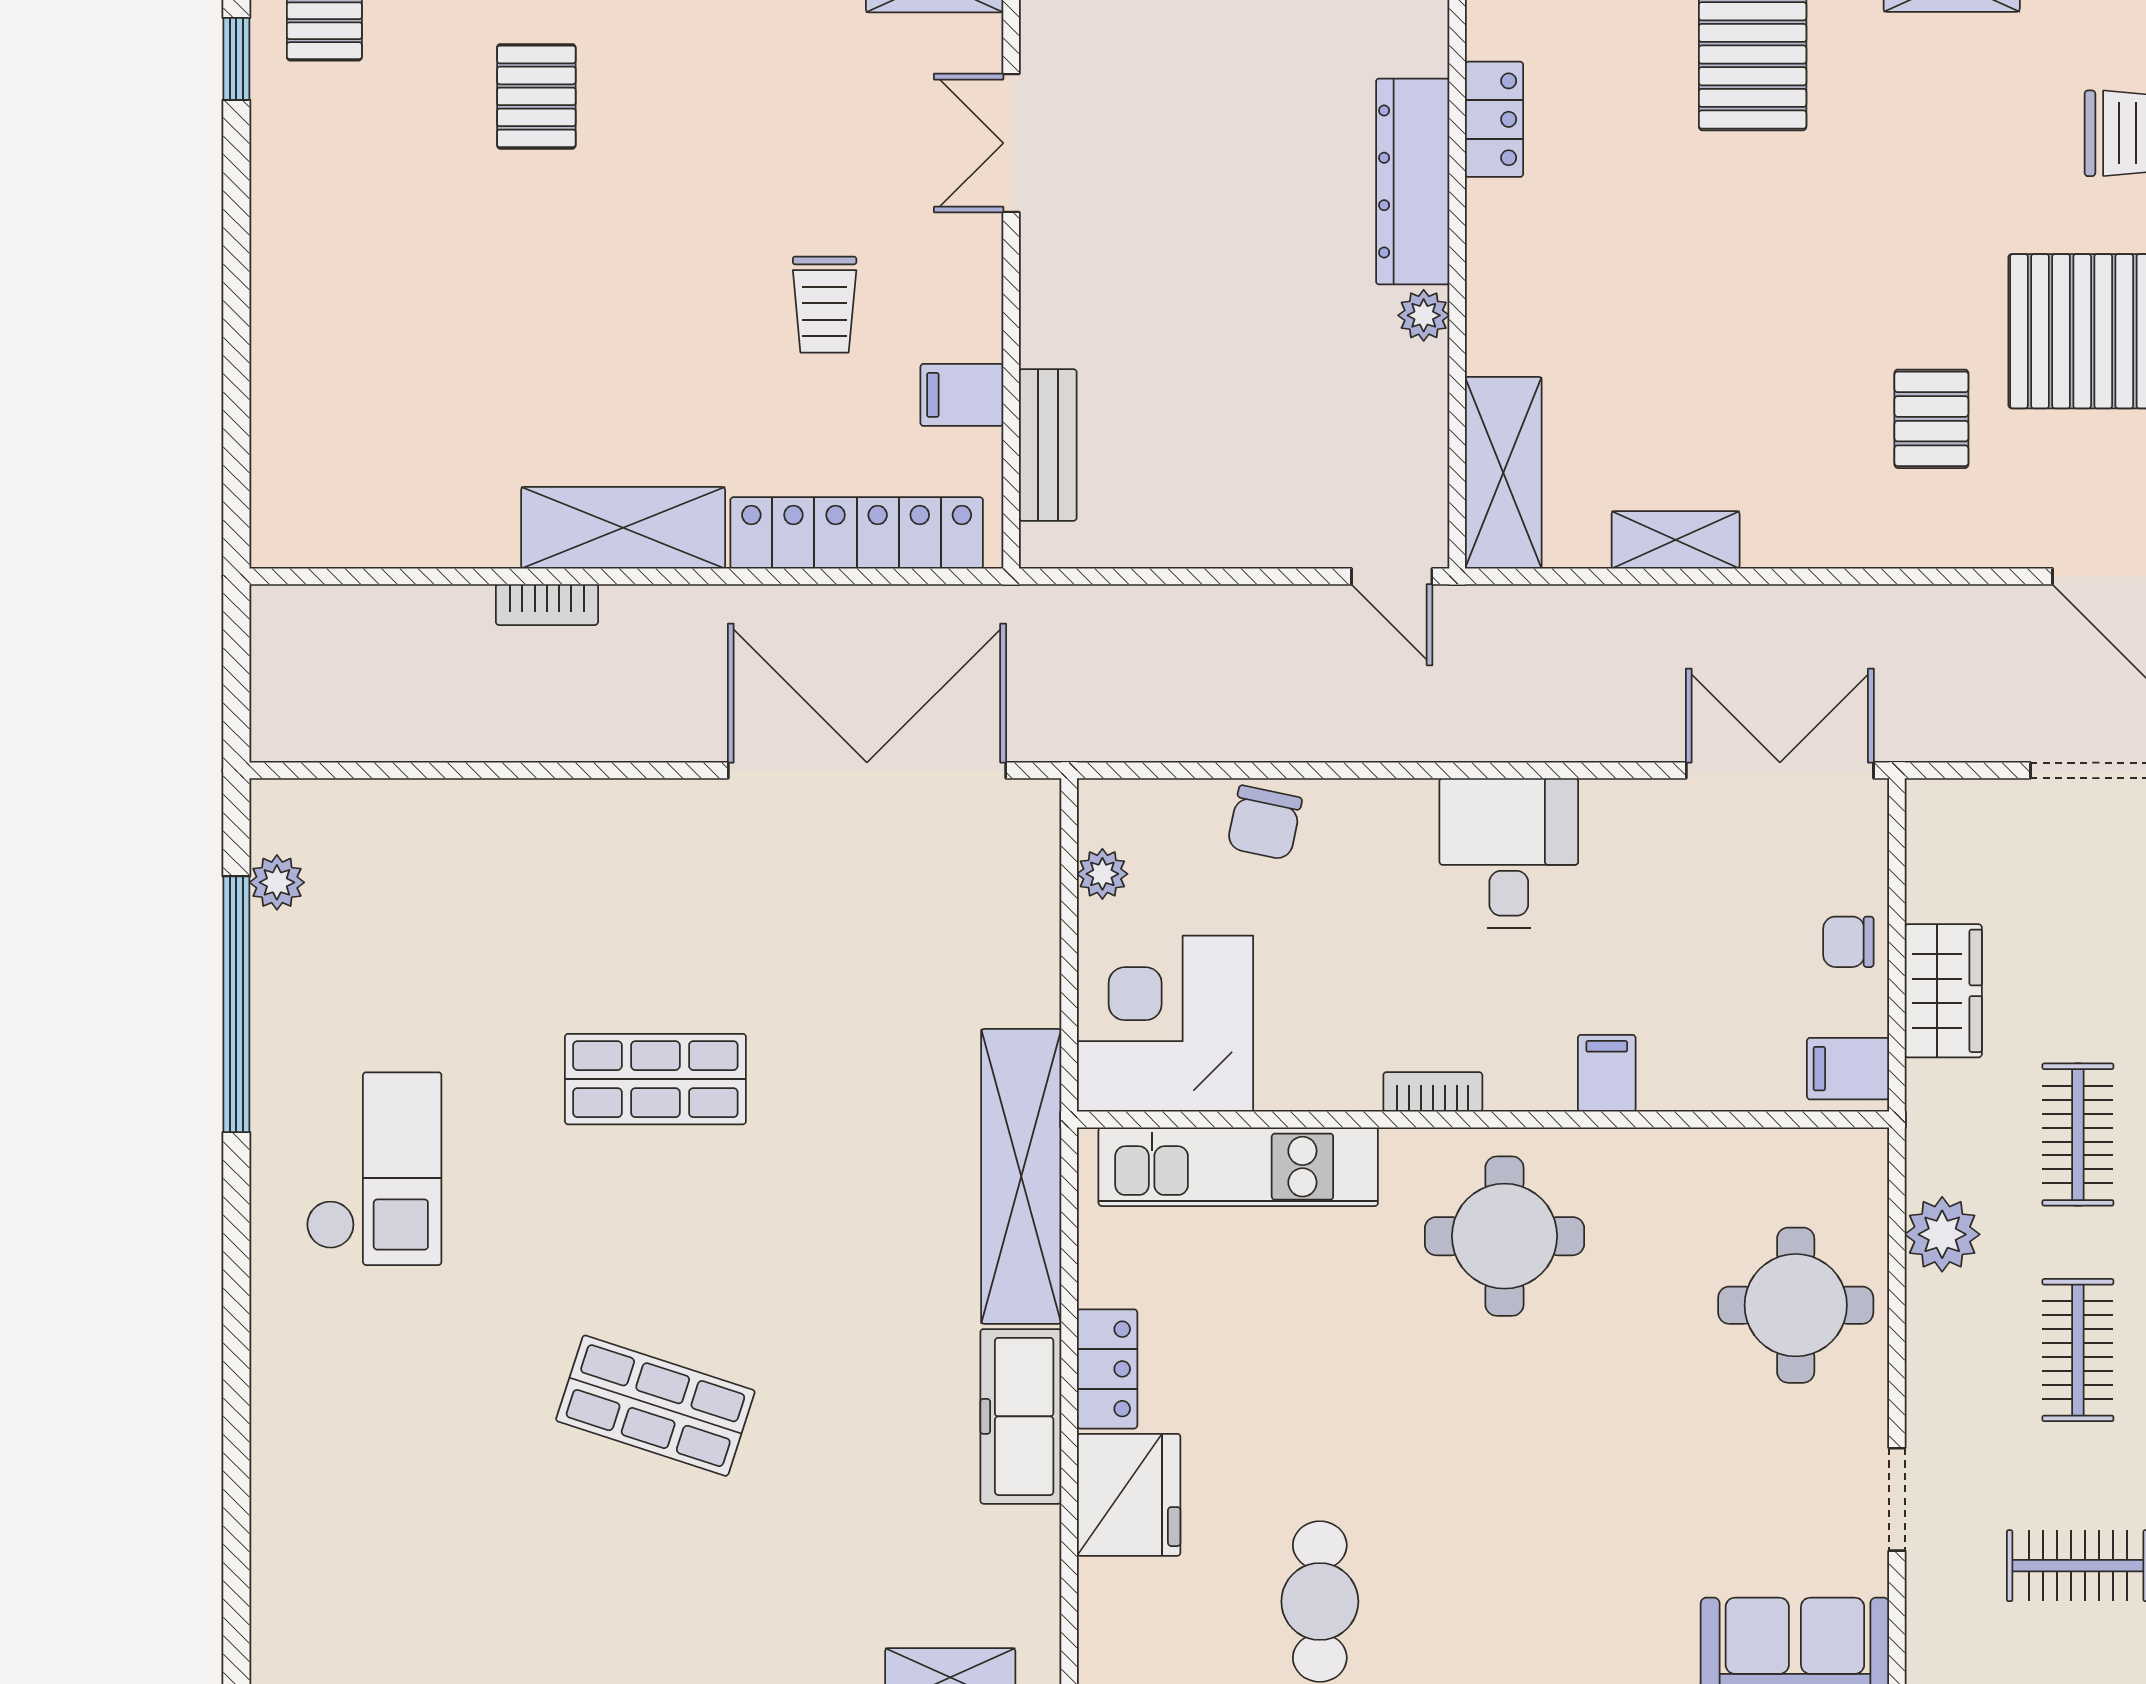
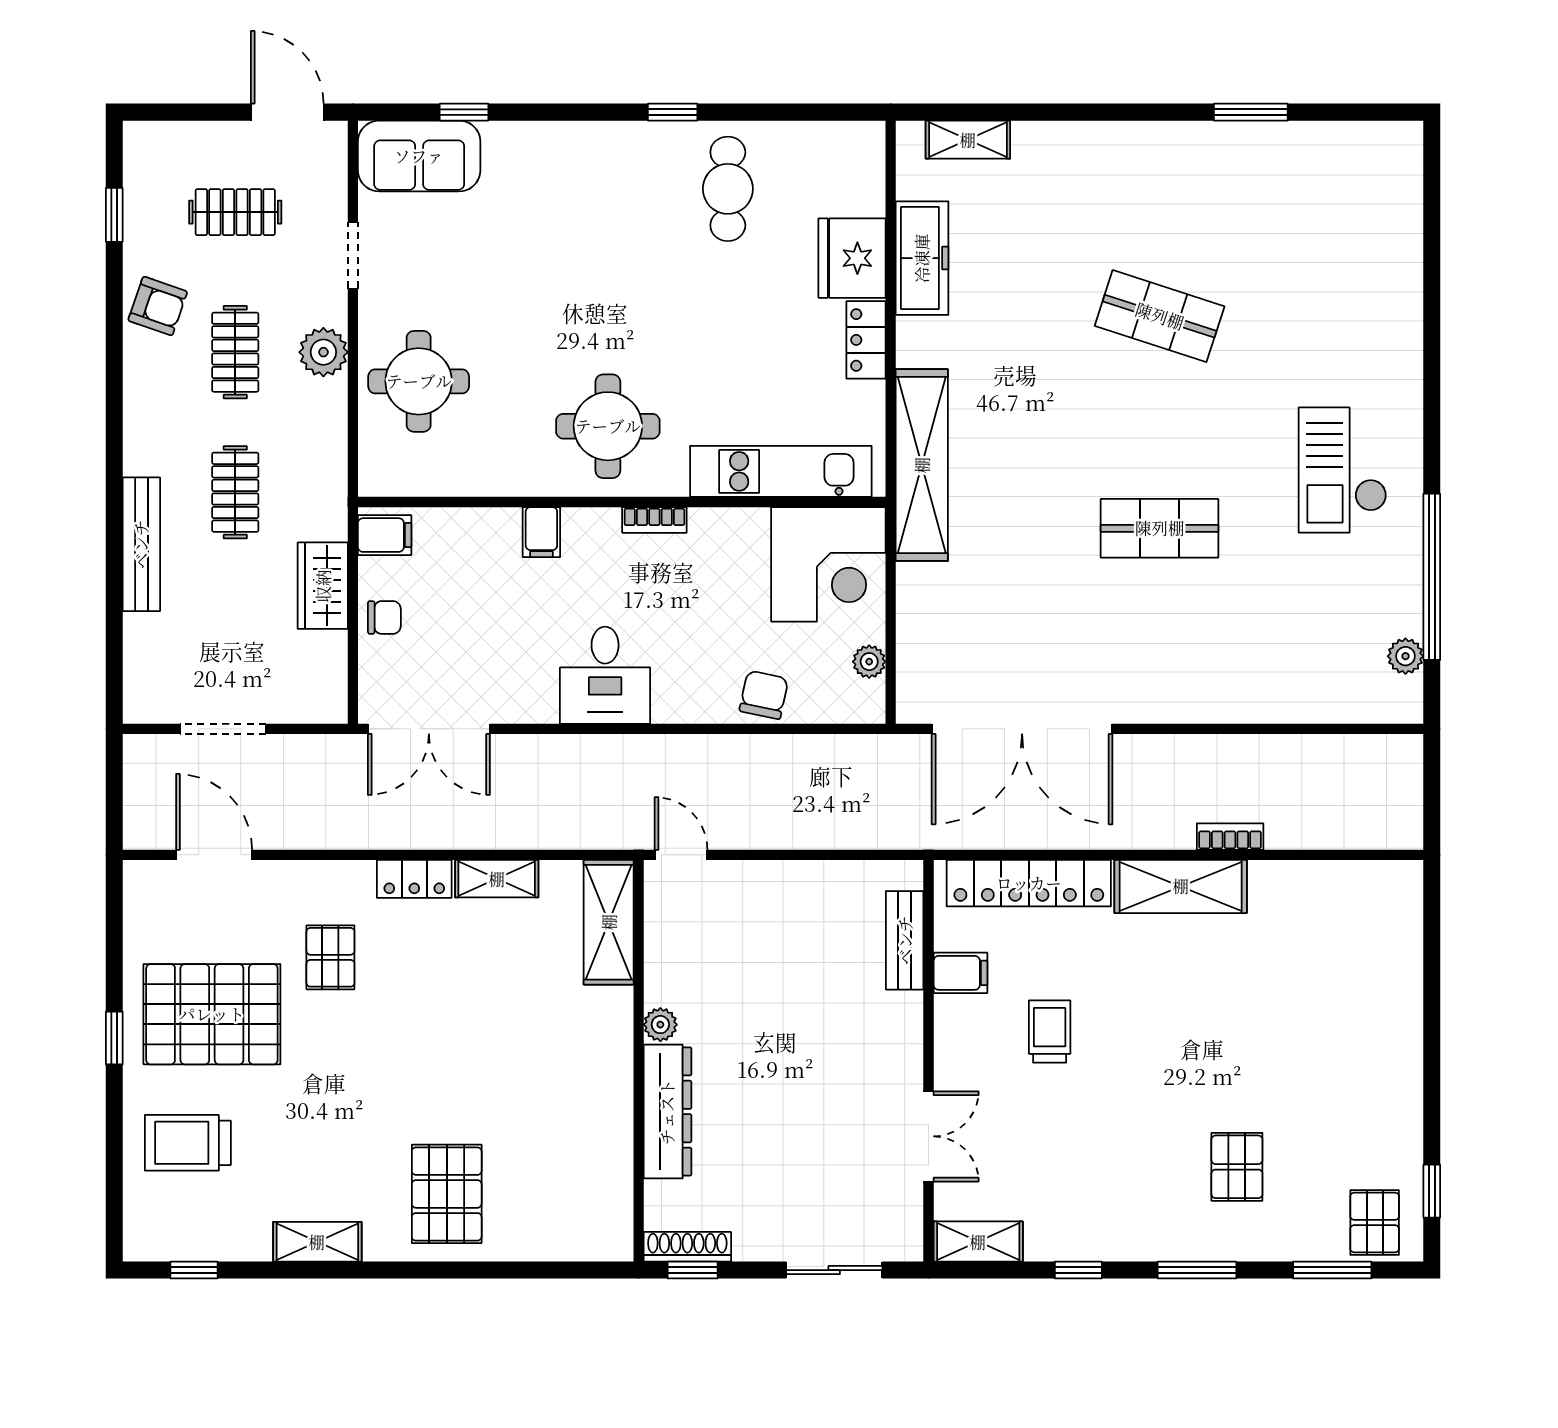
locker: (1494, 119) -> (414, 879), moved, turned -90
plant: (1942, 1234) -> (323, 352), moved
freezer: (1021, 1416) -> (922, 258), moved

